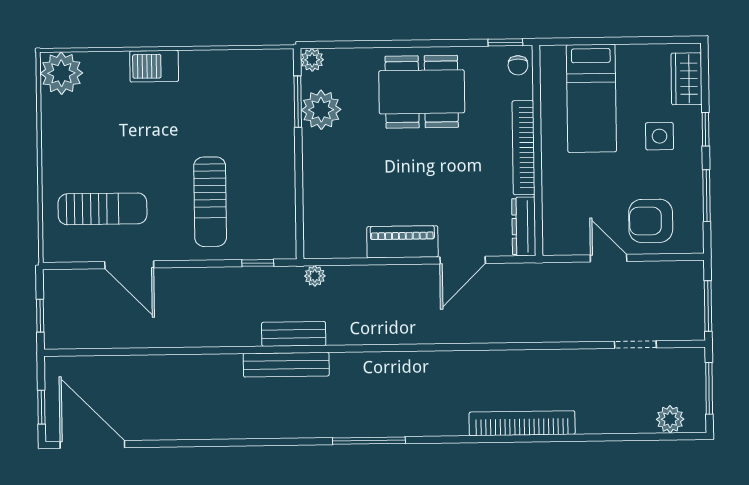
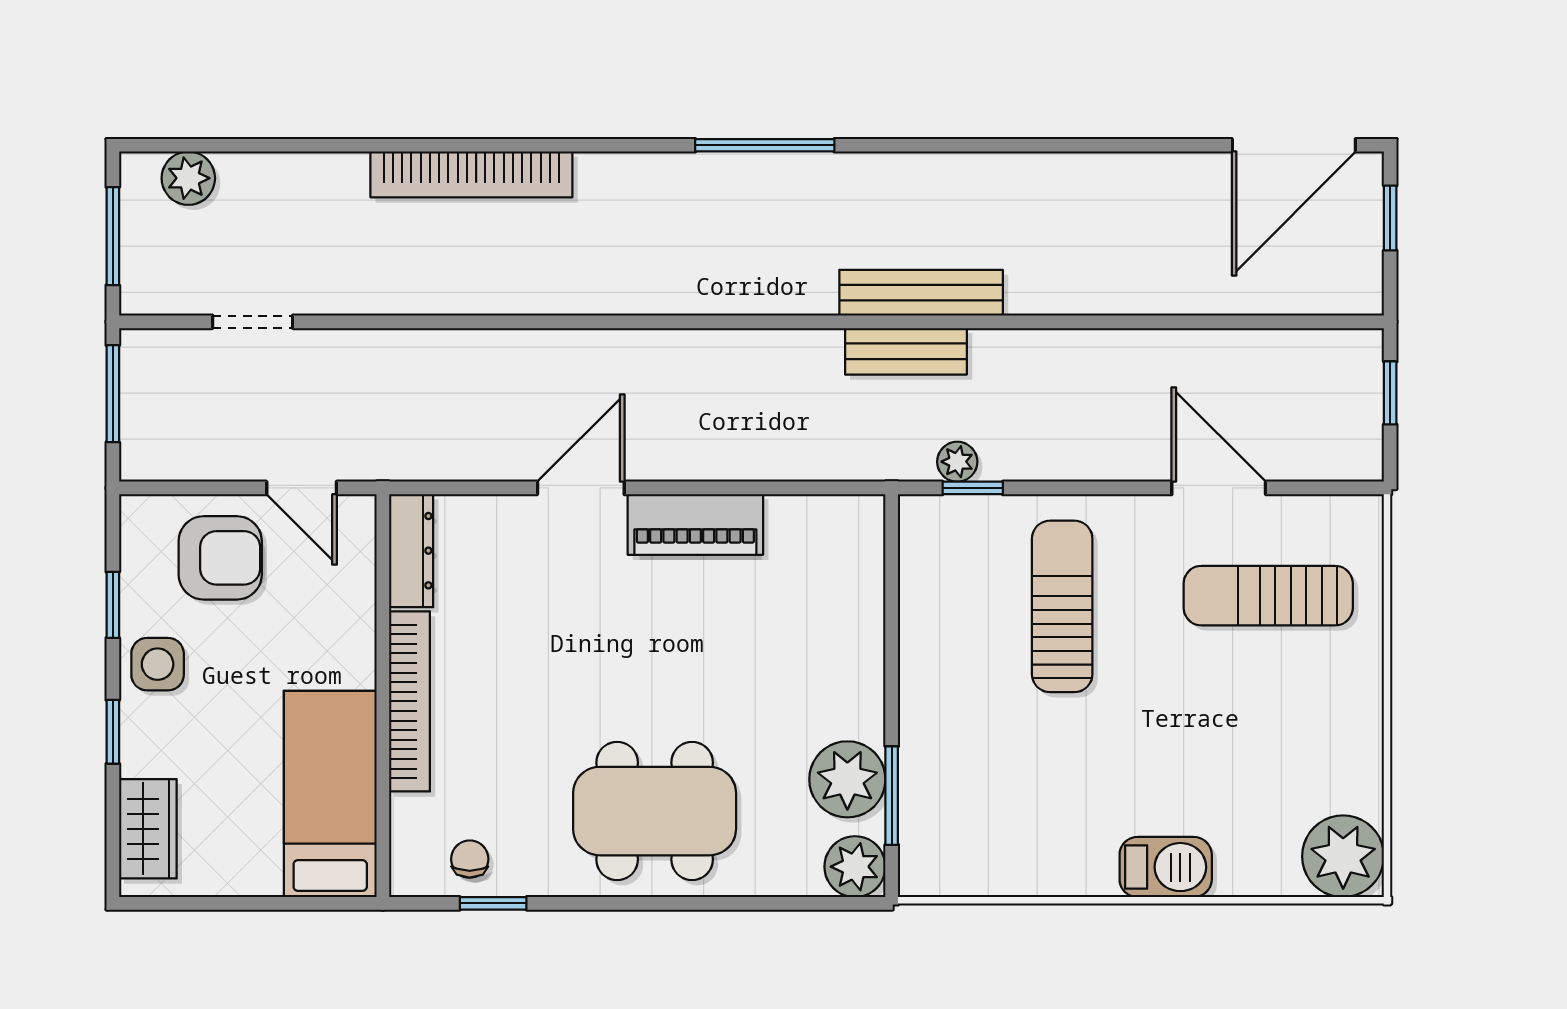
plant: (312, 60) -> (855, 867), width x1.38, depth x1.38
side table: (660, 136) -> (158, 664), moved
bookcase: (523, 148) -> (409, 701), moved
wall: (537, 150) -> (383, 696), moved
window: (706, 196) -> (113, 605), width x0.67
dresser: (524, 226) -> (411, 551), moved
plant: (315, 276) -> (957, 462), moved
door: (92, 444) -> (1294, 145), hinge flipped

